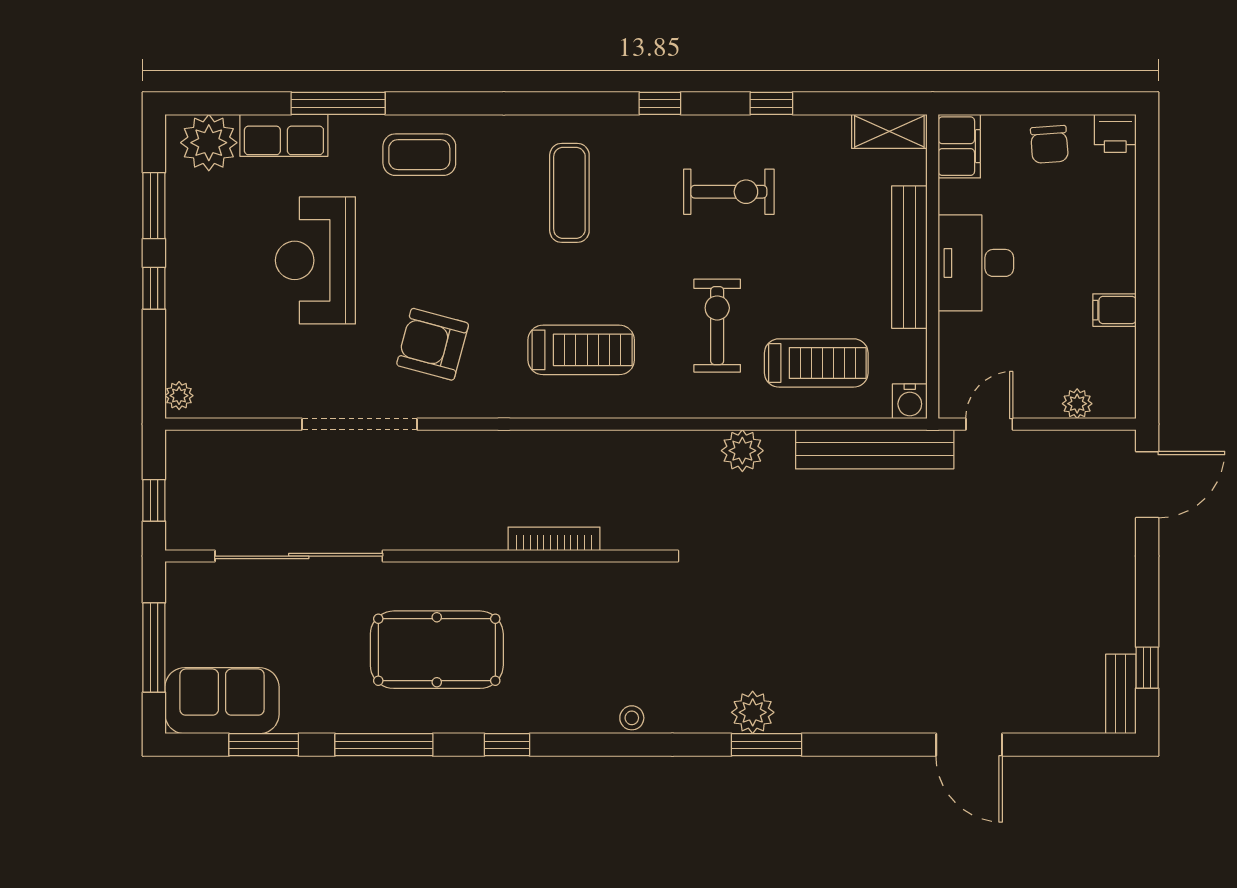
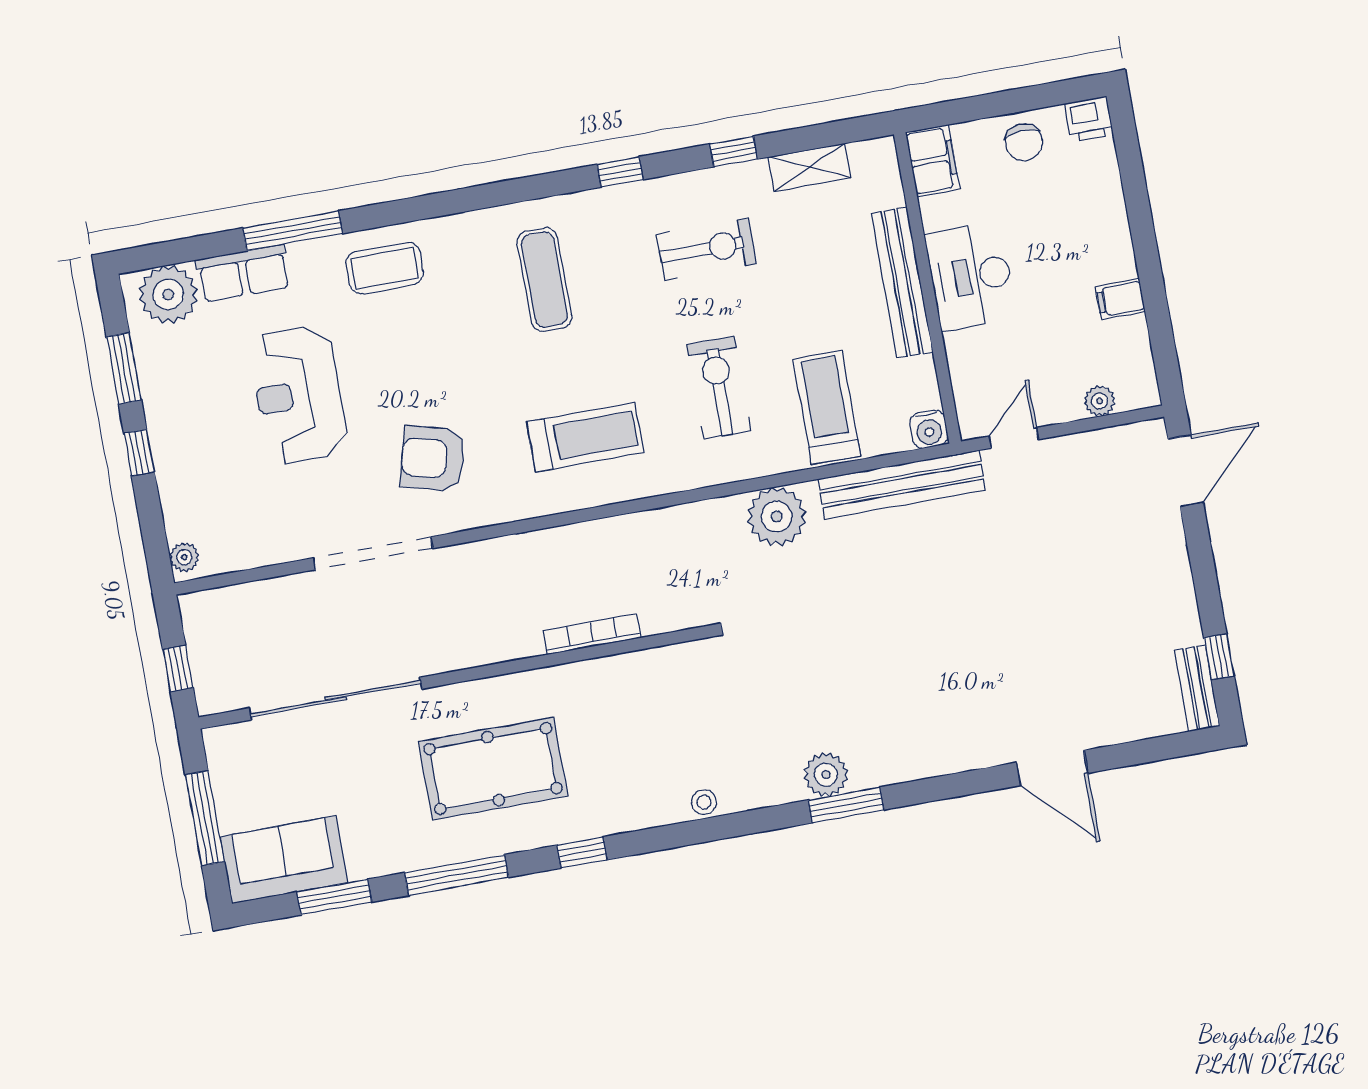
shelving: (889, 131) -> (810, 167), moved
treadmill: (816, 363) -> (827, 407), turned -90
plant: (742, 451) -> (777, 516), width x1.36, depth x1.36

